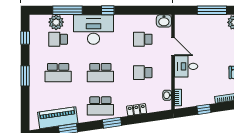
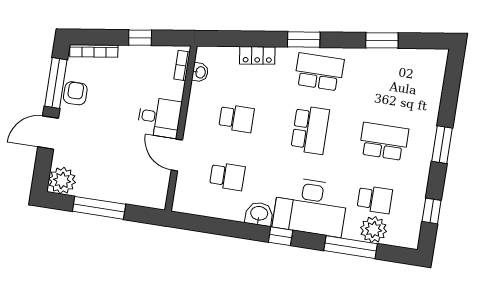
washbasin: (164, 21) -> (259, 214), moved
school desk: (100, 73) -> (310, 130), turned 90
piano: (58, 118) -> (397, 63), removed

